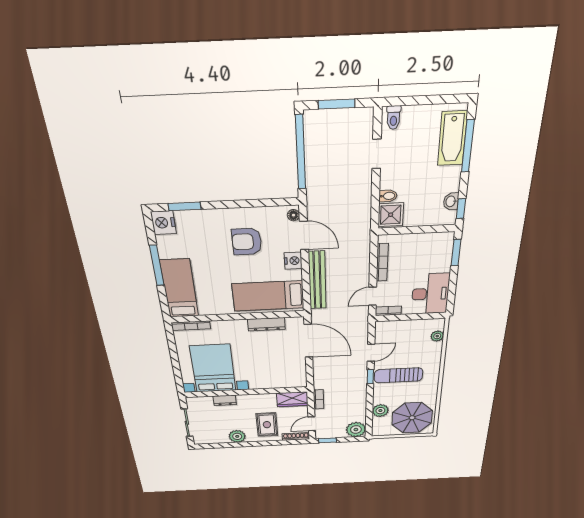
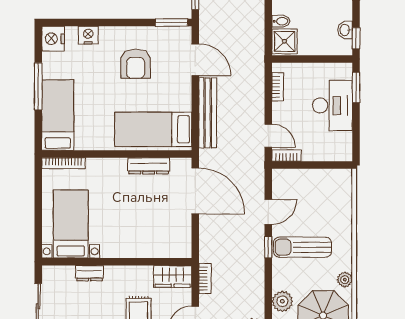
window: (185, 206) -> (172, 23), moved
floor lamp: (293, 215) -> (185, 37), removed
armchair: (247, 242) -> (136, 64), turned -90
nightstand: (293, 261) -> (88, 35), moved, turned -90
bookcase: (382, 262) -> (278, 87), width x0.64
desk: (430, 294) -> (332, 105), moved
door: (373, 296) -> (268, 136), swing flipped
plant: (437, 336) -> (345, 280), moved
bed with nightstands: (213, 368) -> (71, 224), width x0.73

